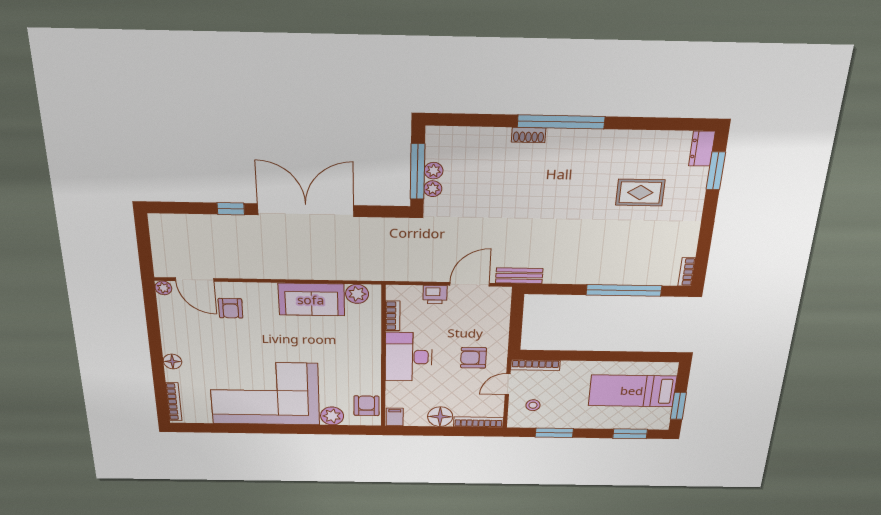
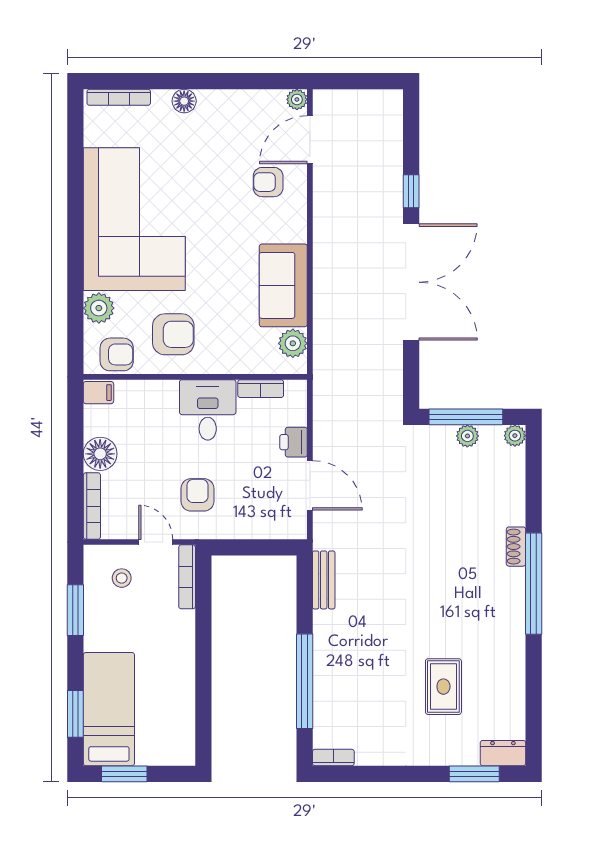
plant: (433, 189) -> (515, 436), moved
bench: (519, 276) -> (324, 580), moved
desk: (409, 357) -> (208, 410), width x0.73
armchair: (351, 371) -> (173, 334), added
bed: (632, 391) -> (109, 709), moved

